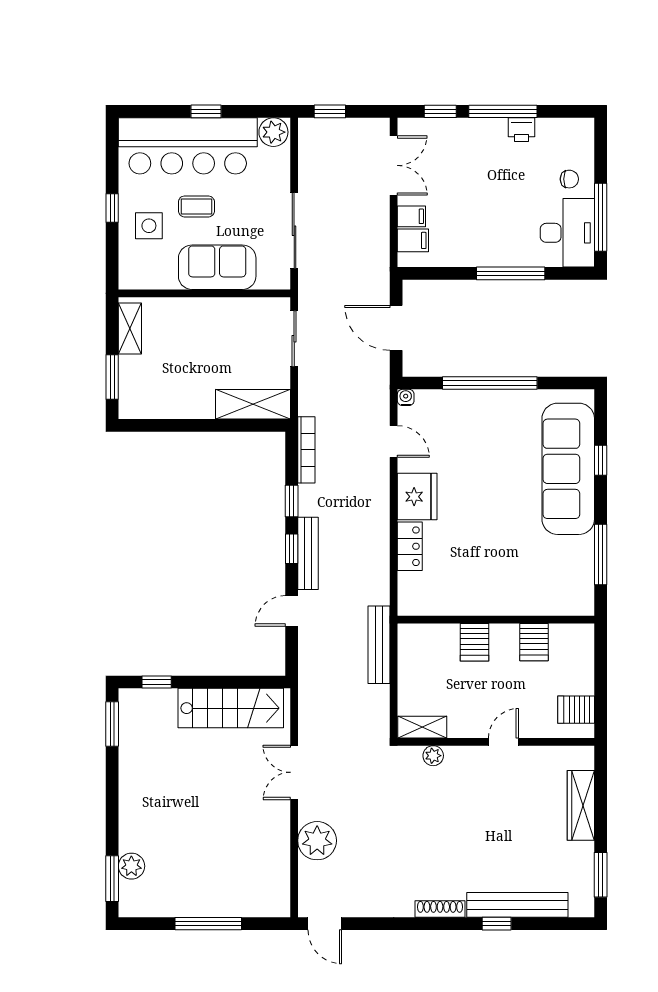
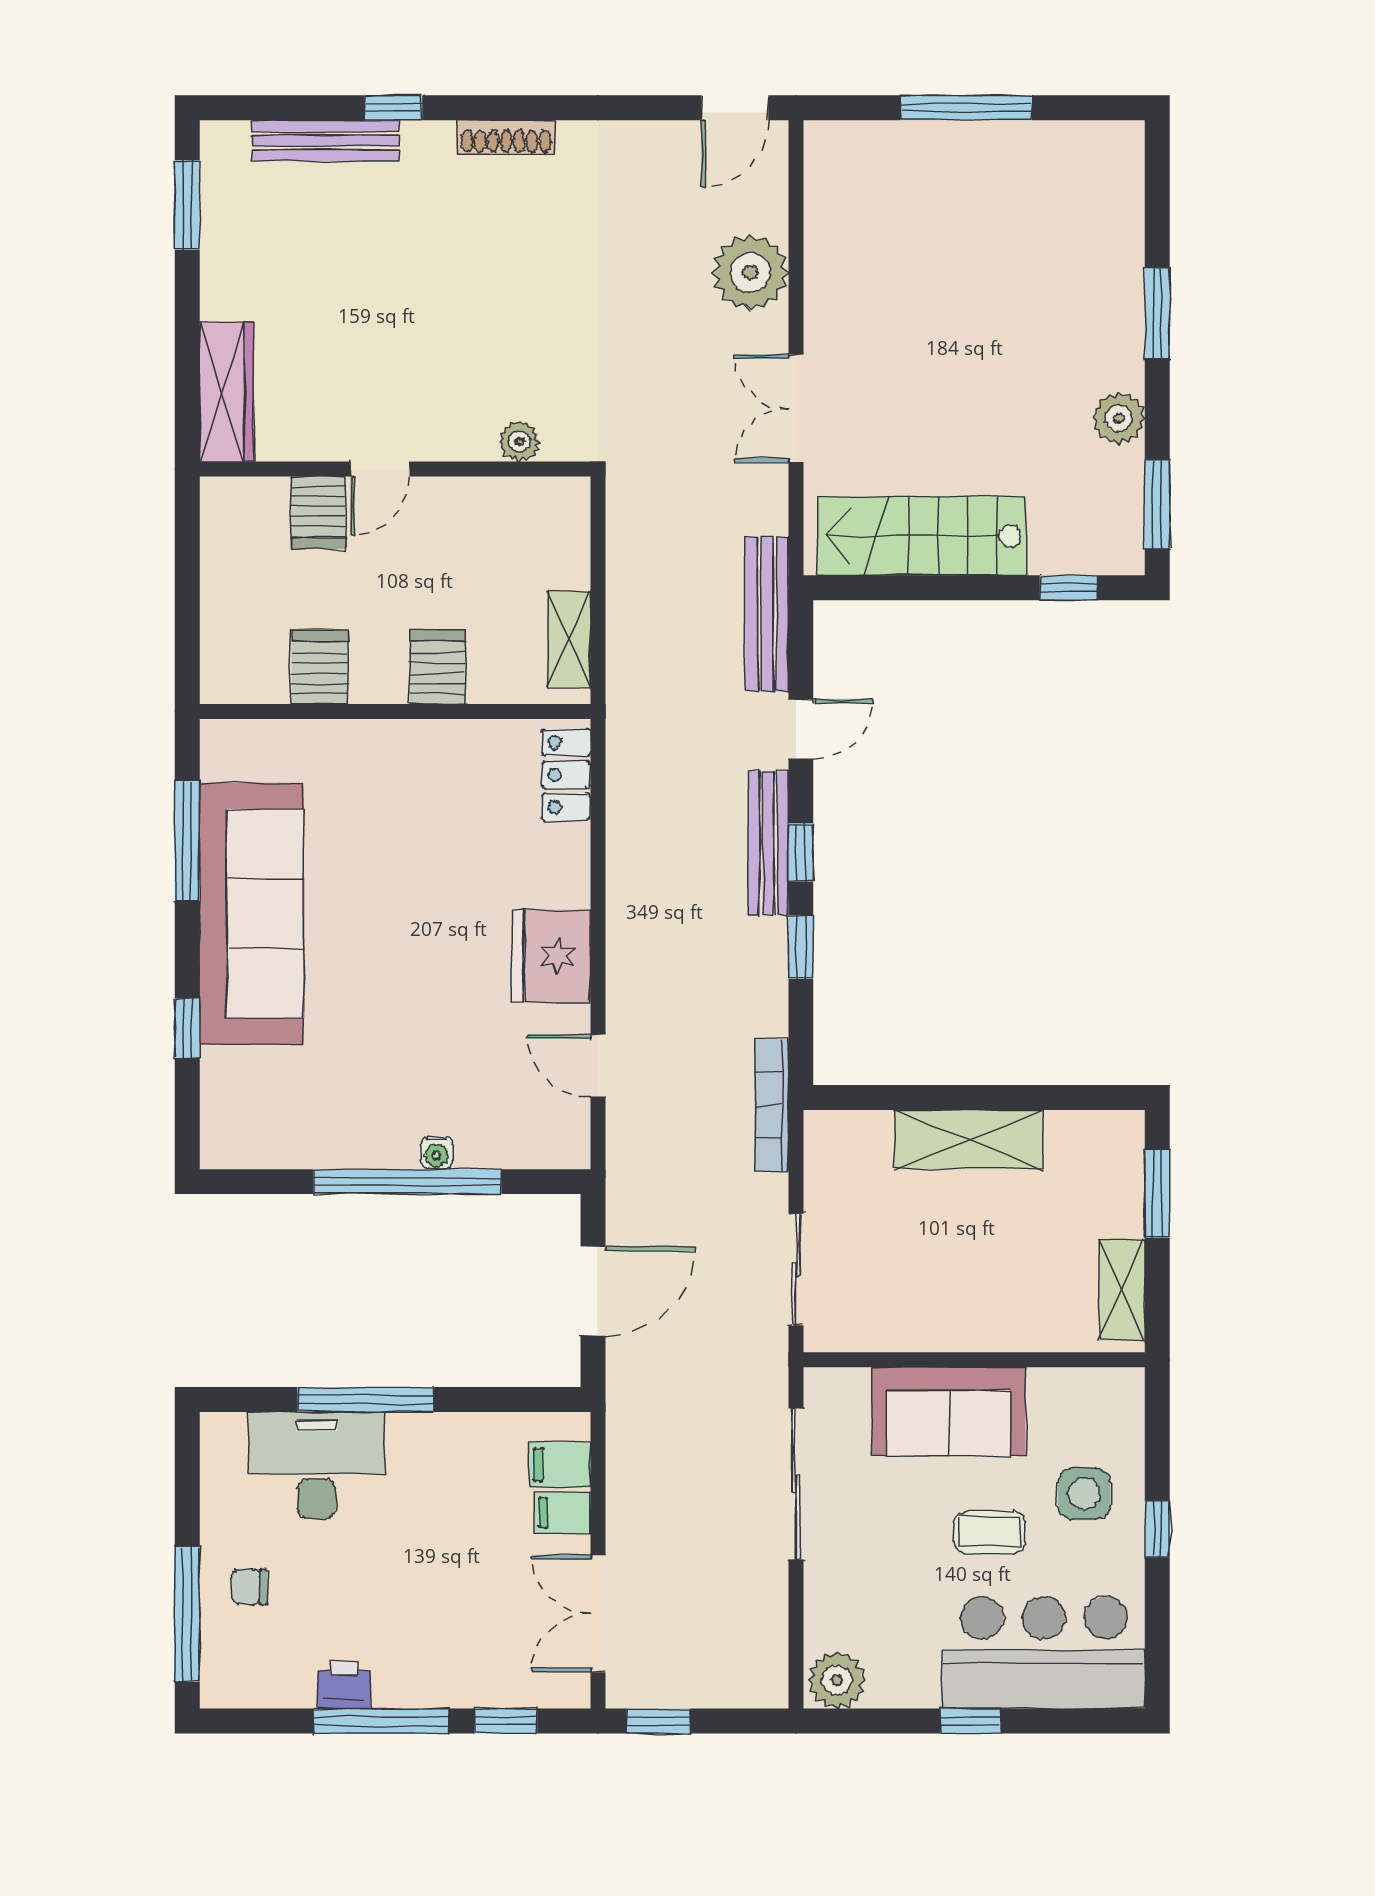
window: (330, 111) -> (658, 1721), moved
bar counter: (188, 146) -> (1044, 1653), width x0.73
window: (601, 217) -> (187, 1614), moved
desk: (567, 233) -> (317, 1465), moved, turned 90
door: (396, 328) -> (593, 1291), hinge flipped
water cooler: (406, 397) -> (437, 1153), moved
shelving: (253, 404) -> (969, 1139), moved
bookcase: (306, 450) -> (772, 1105), moved
sofa: (568, 469) -> (251, 914), moved
locker: (410, 546) -> (566, 775), moved
bench: (379, 645) -> (767, 614), moved
server rack: (576, 710) -> (318, 513), moved, turned 90
shelving: (422, 727) -> (569, 639), moved, turned 90
double door: (294, 772) -> (796, 408), swing flipped
wardrobe: (581, 805) -> (226, 392), moved
plant: (131, 866) -> (1119, 418), moved
window: (112, 879) -> (1157, 313), moved
bench: (517, 905) -> (325, 141), width x0.73, depth x0.82
door: (325, 924) -> (735, 108), swing flipped

